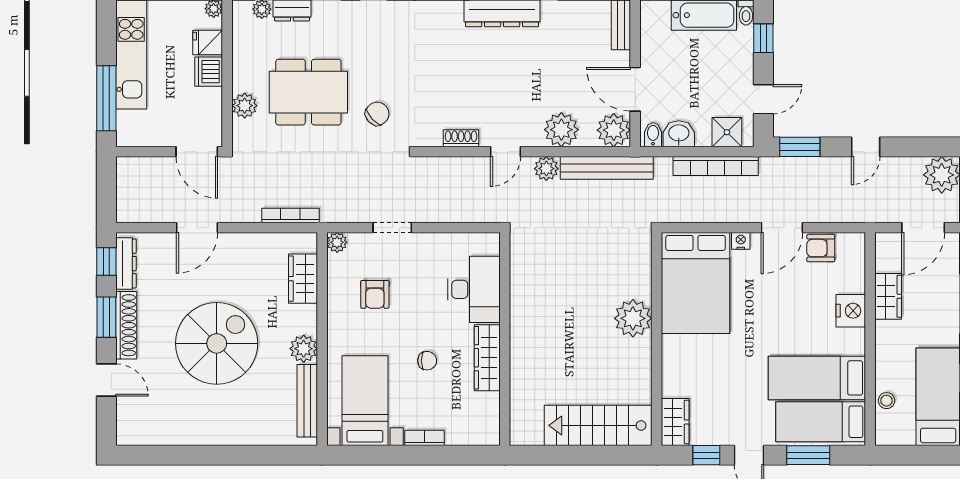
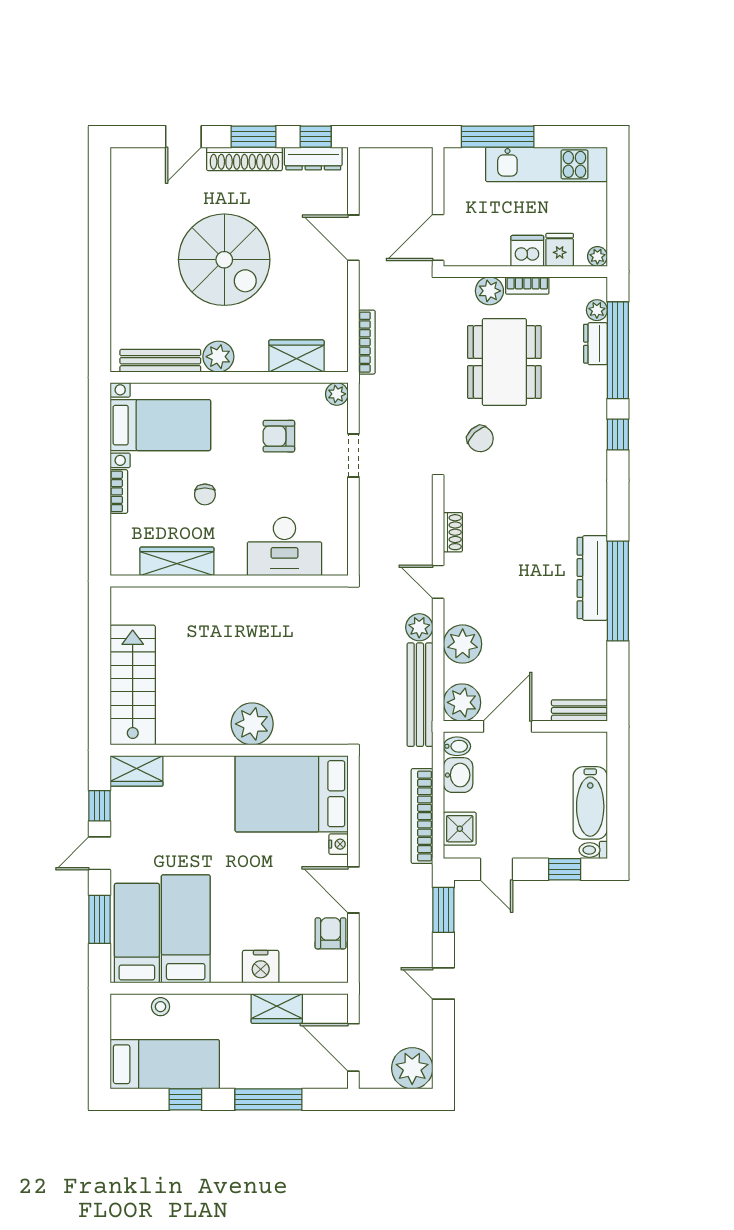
bookcase: (240, 72) -> (527, 286), added
wardrobe: (487, 358) -> (177, 561), moved

